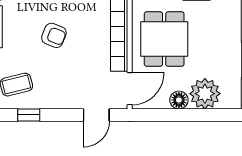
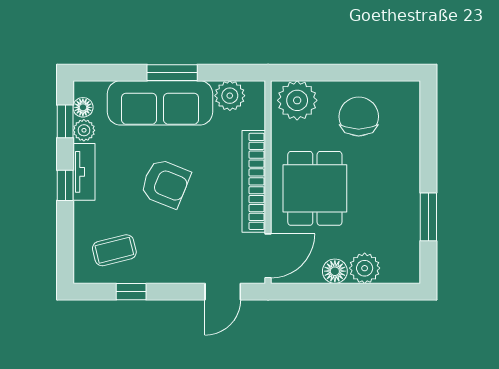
armchair: (54, 35) -> (165, 183), width x1.38, depth x1.38
plant: (205, 94) -> (365, 268), width x0.73, depth x0.73

